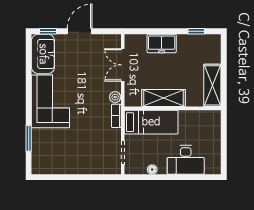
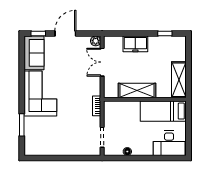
plant: (115, 97) -> (96, 41), moved
bed: (151, 122) -> (163, 111), moved, turned 180
desk: (186, 160) -> (169, 143), moved

